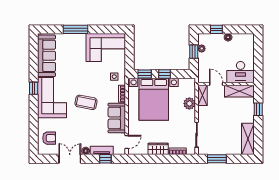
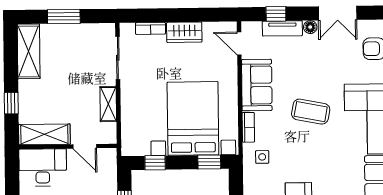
window: (165, 74) -> (155, 163), moved
shelving: (202, 95) -> (108, 104), moved
plant: (189, 104) -> (131, 112), removed
door: (127, 142) -> (239, 44), hinge flipped
window: (217, 159) -> (64, 16), moved

